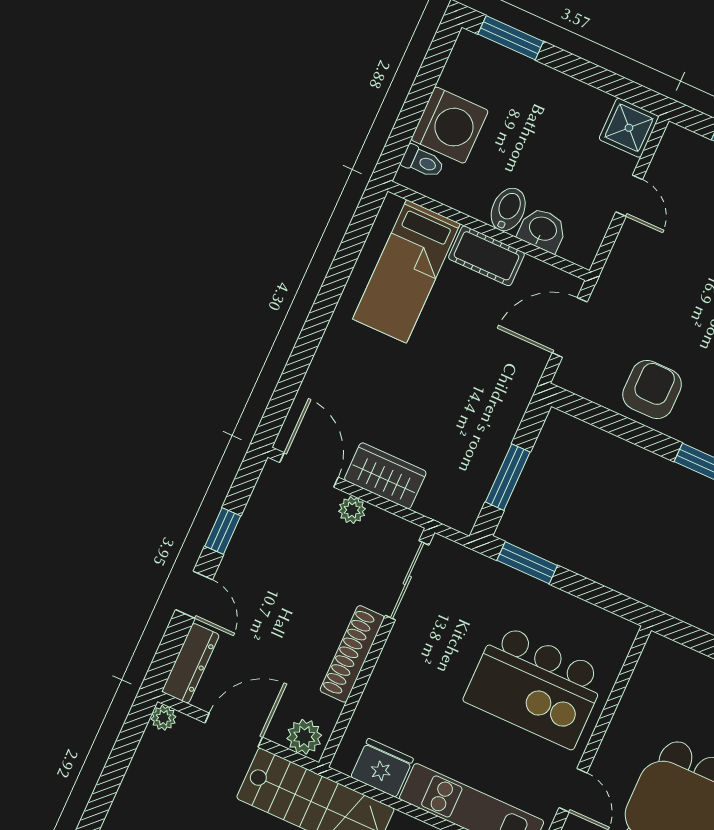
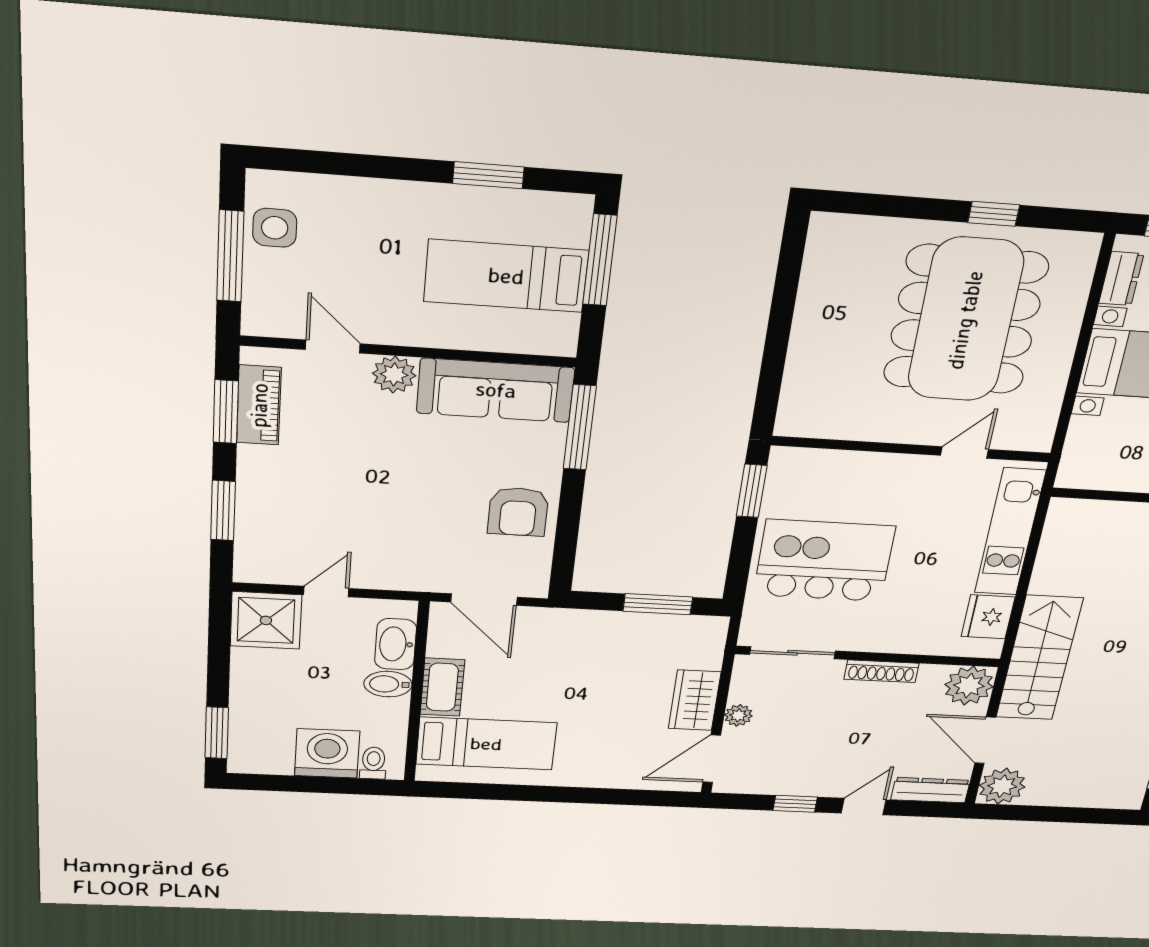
shower: (629, 128) -> (266, 620), width x1.36, depth x1.36
washbasin: (543, 230) -> (396, 644), width x1.38
armchair: (652, 390) -> (518, 512), turned -90
window: (527, 563) -> (752, 491), moved
shoe rack: (352, 654) -> (882, 671), width x0.74, depth x0.81
kitchen island: (535, 686) -> (824, 561), moved, turned -90
plant: (163, 718) -> (1002, 786), width x1.87, depth x1.87
plant: (304, 737) -> (969, 686), width x1.36, depth x1.36

